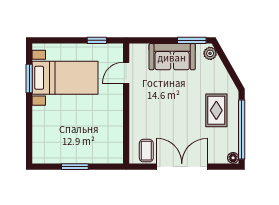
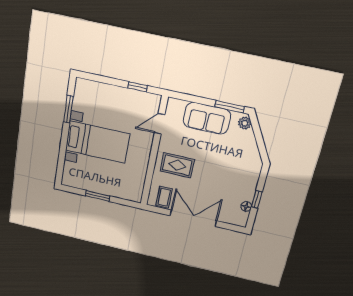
bed with nightstands: (65, 78) -> (97, 142), moved
rug: (216, 110) -> (177, 165), moved, turned 90
window: (242, 130) -> (257, 199), width x0.32
floor lamp: (233, 158) -> (246, 206), moved

